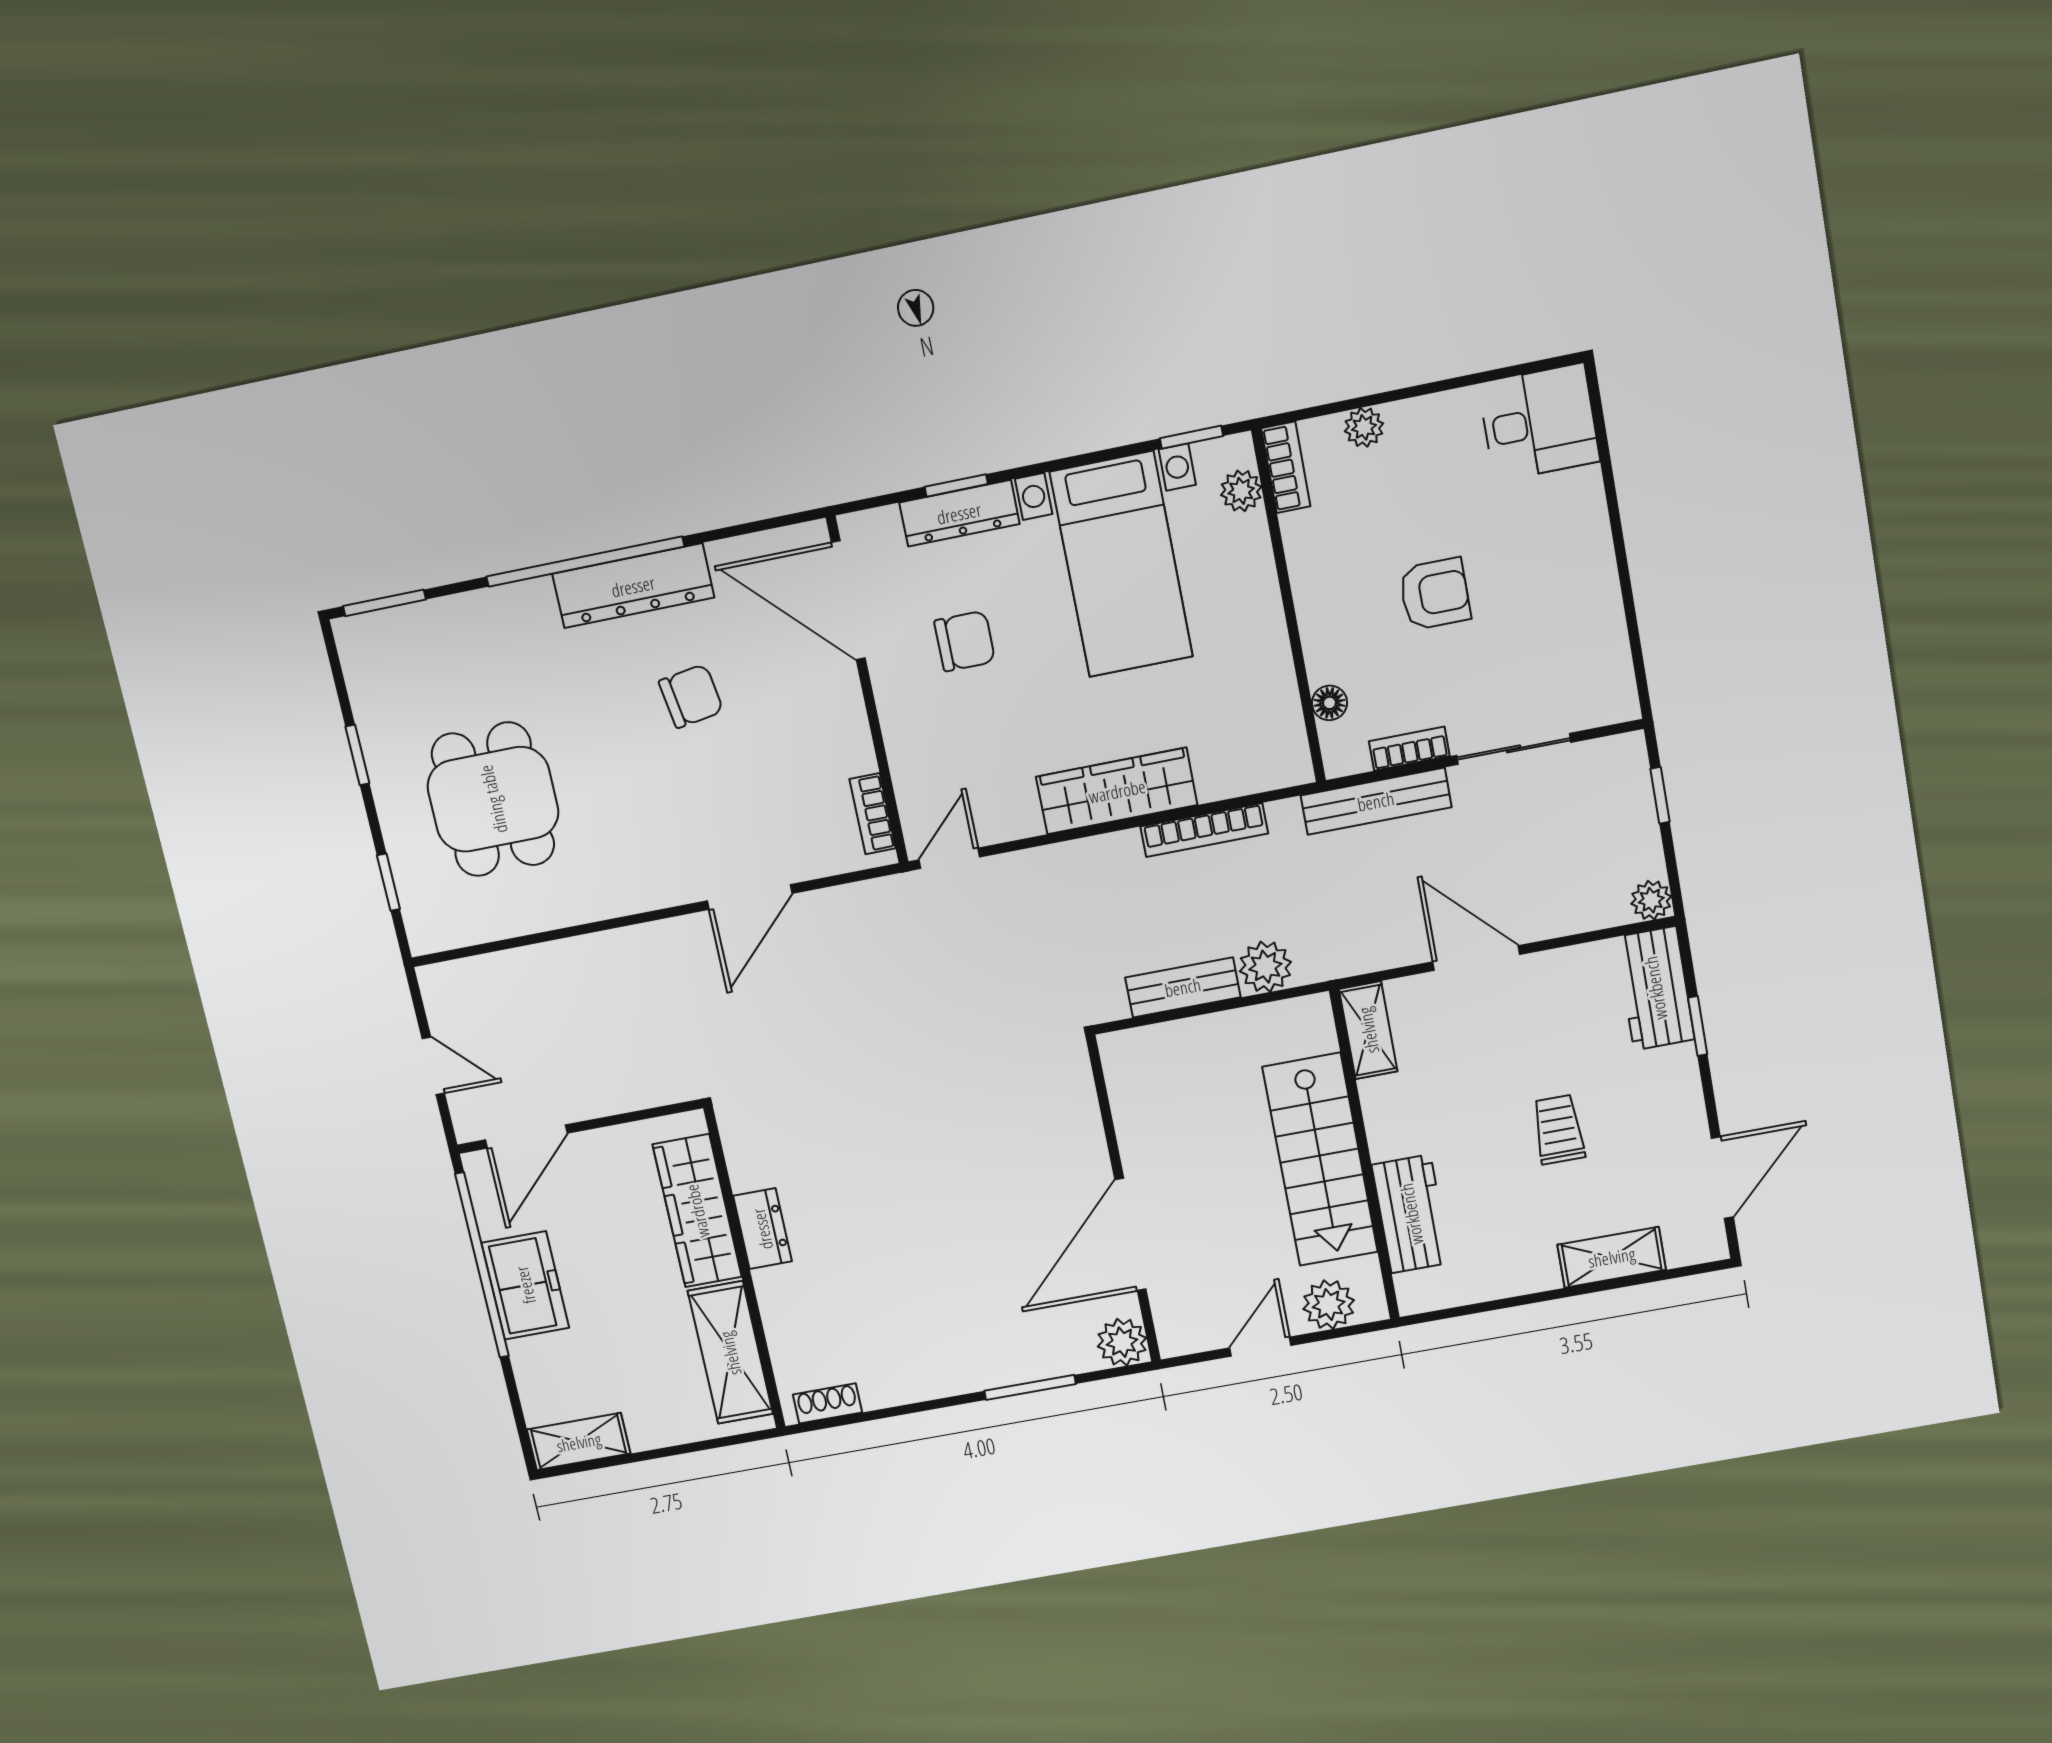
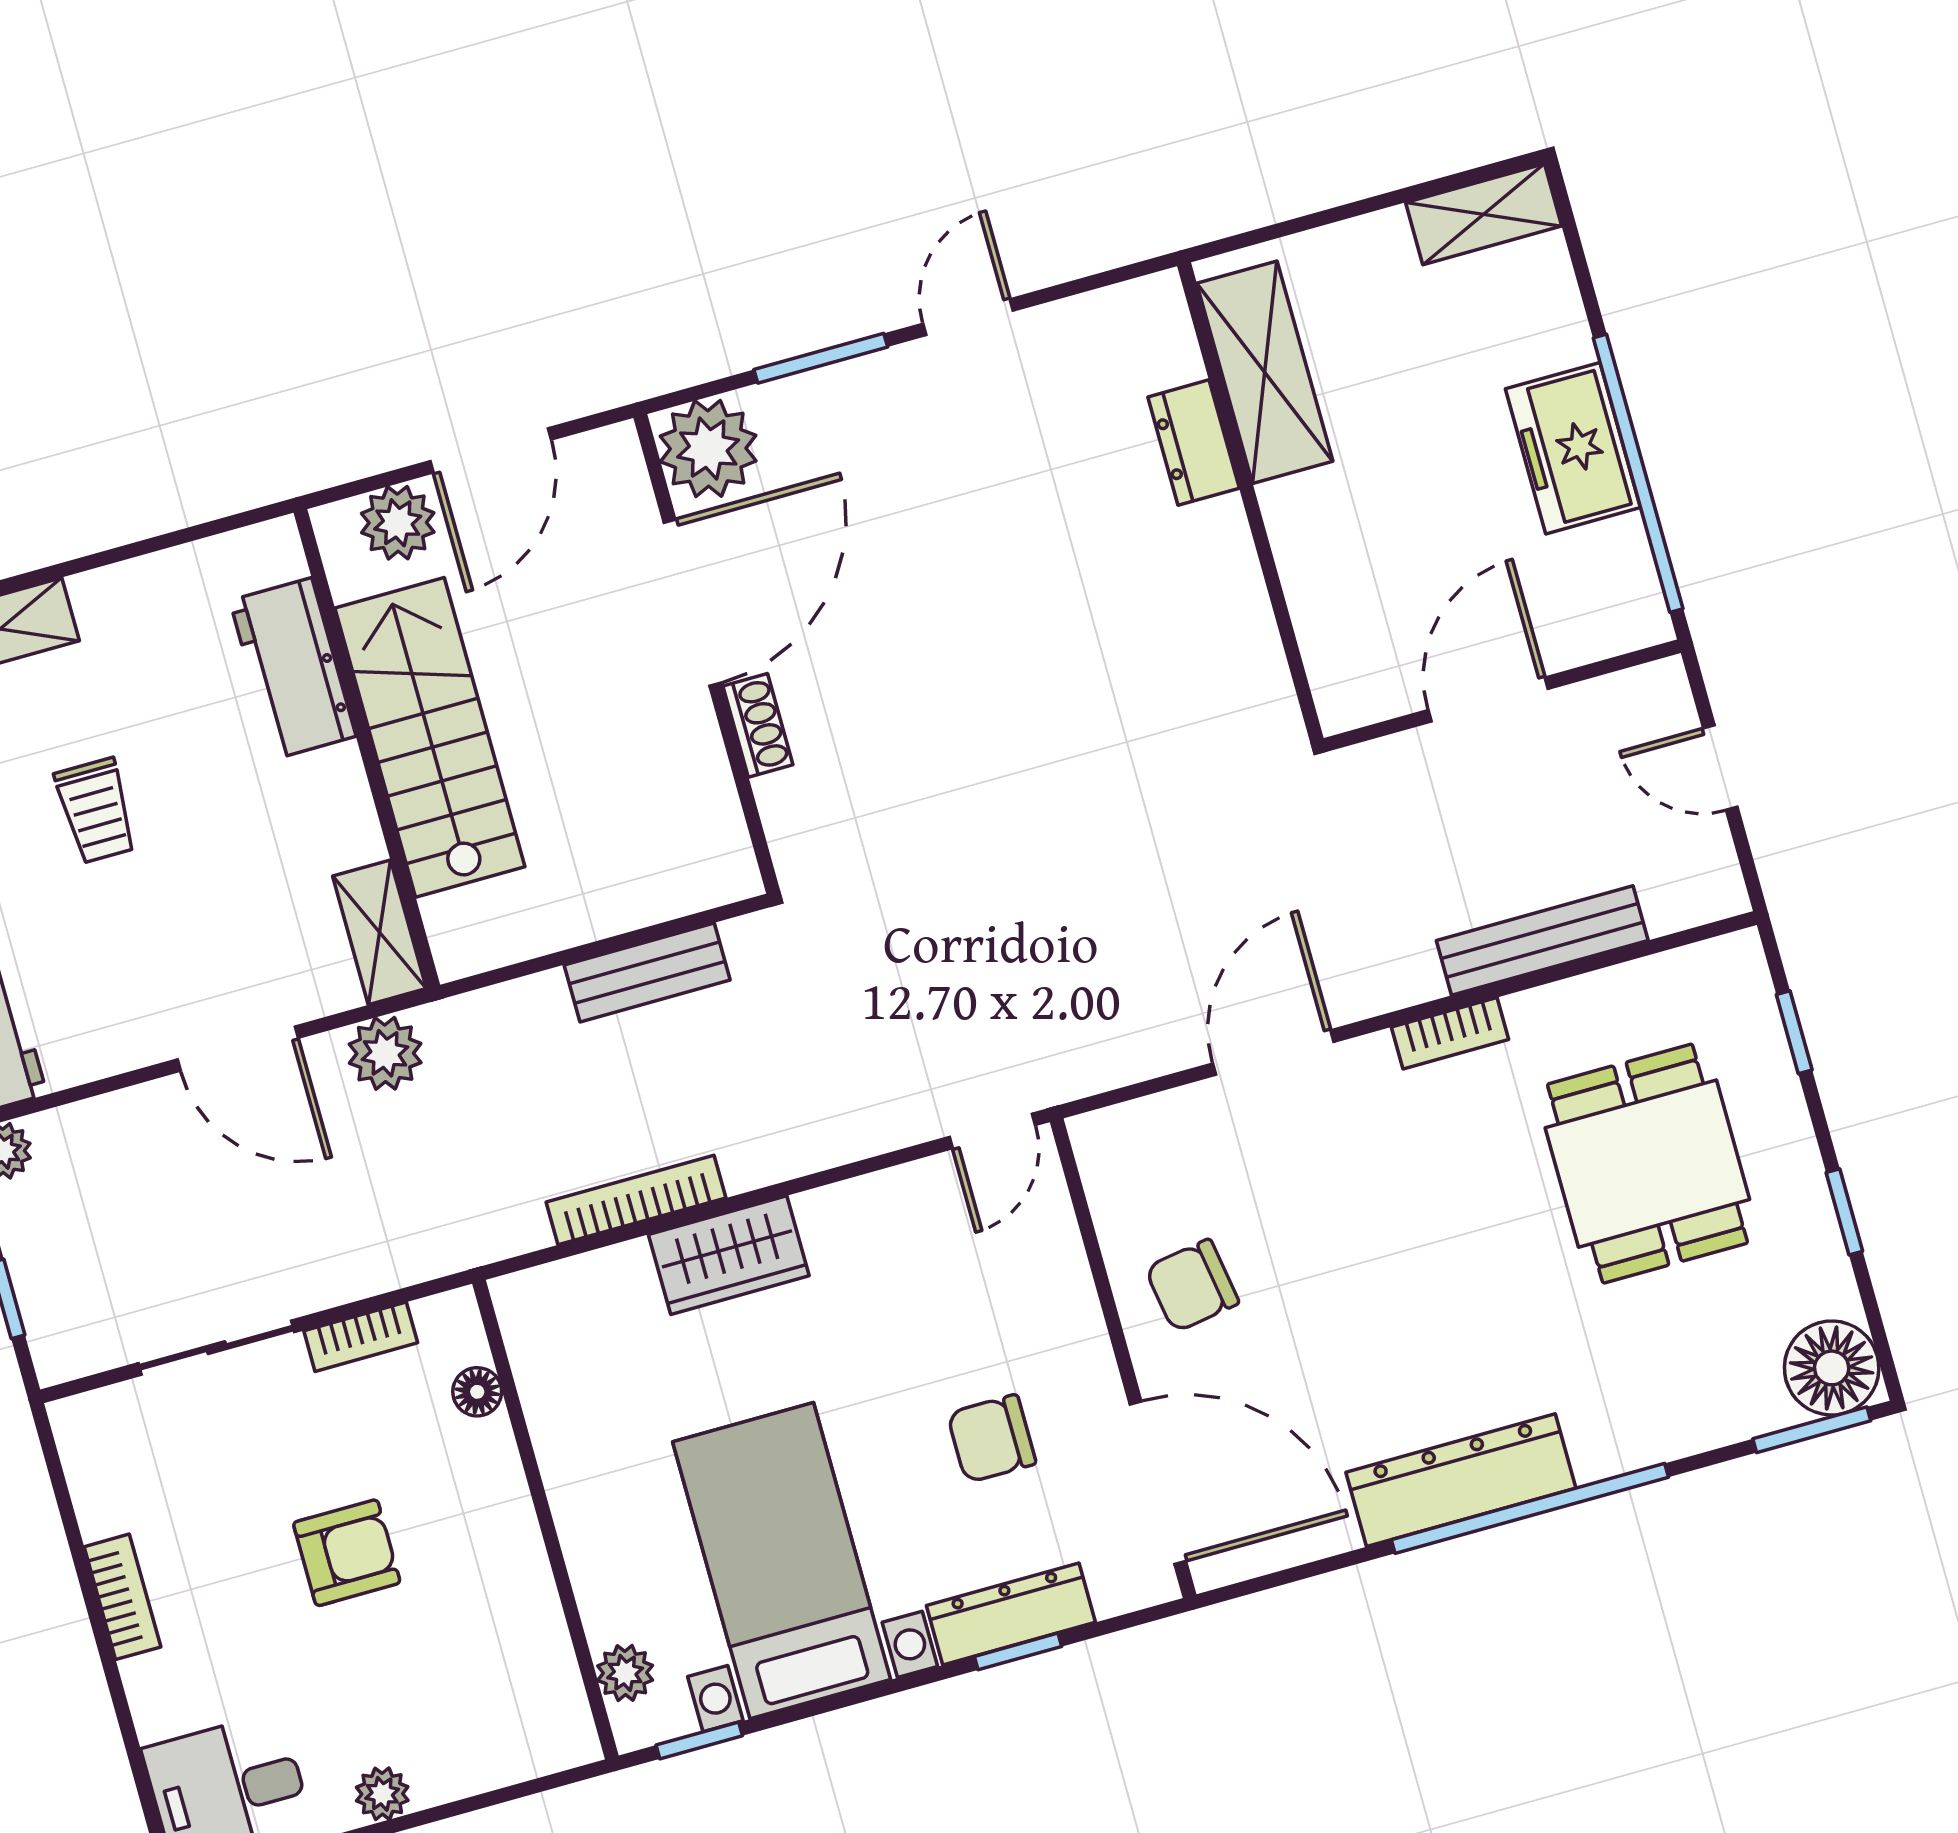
plant: (1364, 427) -> (382, 1794), moved
bookcase: (1286, 467) -> (122, 1597), moved, turned 180
armchair: (1435, 594) -> (347, 1553), turned 180
floor lamp: (369, 646) -> (1832, 1368), added
chair: (691, 696) -> (1192, 1286), moved
wardrobe: (1117, 791) -> (729, 1255), width x0.67
bench: (1376, 801) -> (1542, 940), moved
bookcase: (873, 814) -> (1450, 1033), moved, turned 90
plant: (1265, 967) -> (385, 1053), moved
door: (526, 1137) -> (1488, 699), moved
wardrobe: (697, 1211) -> (1325, 584), removed
dresser: (762, 1229) -> (1194, 443), moved
plant: (1122, 1342) -> (708, 449), width x1.36, depth x1.36
door: (1260, 1347) -> (491, 450), width x1.38
shoe rack: (827, 1403) -> (758, 725), moved, turned -90
door: (928, 1405) -> (968, 317), added

